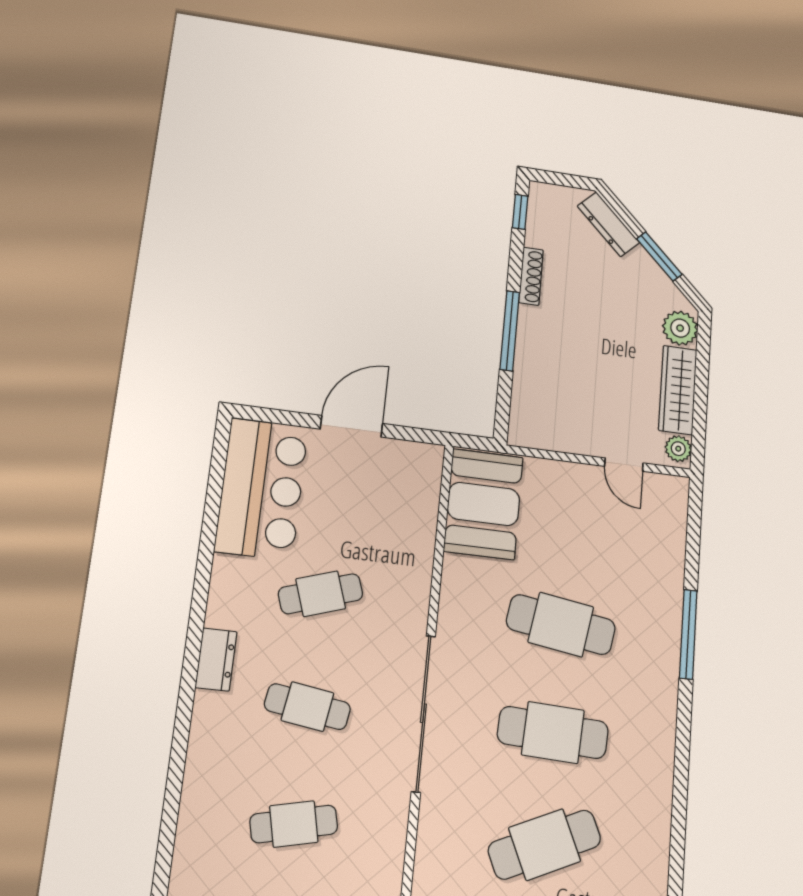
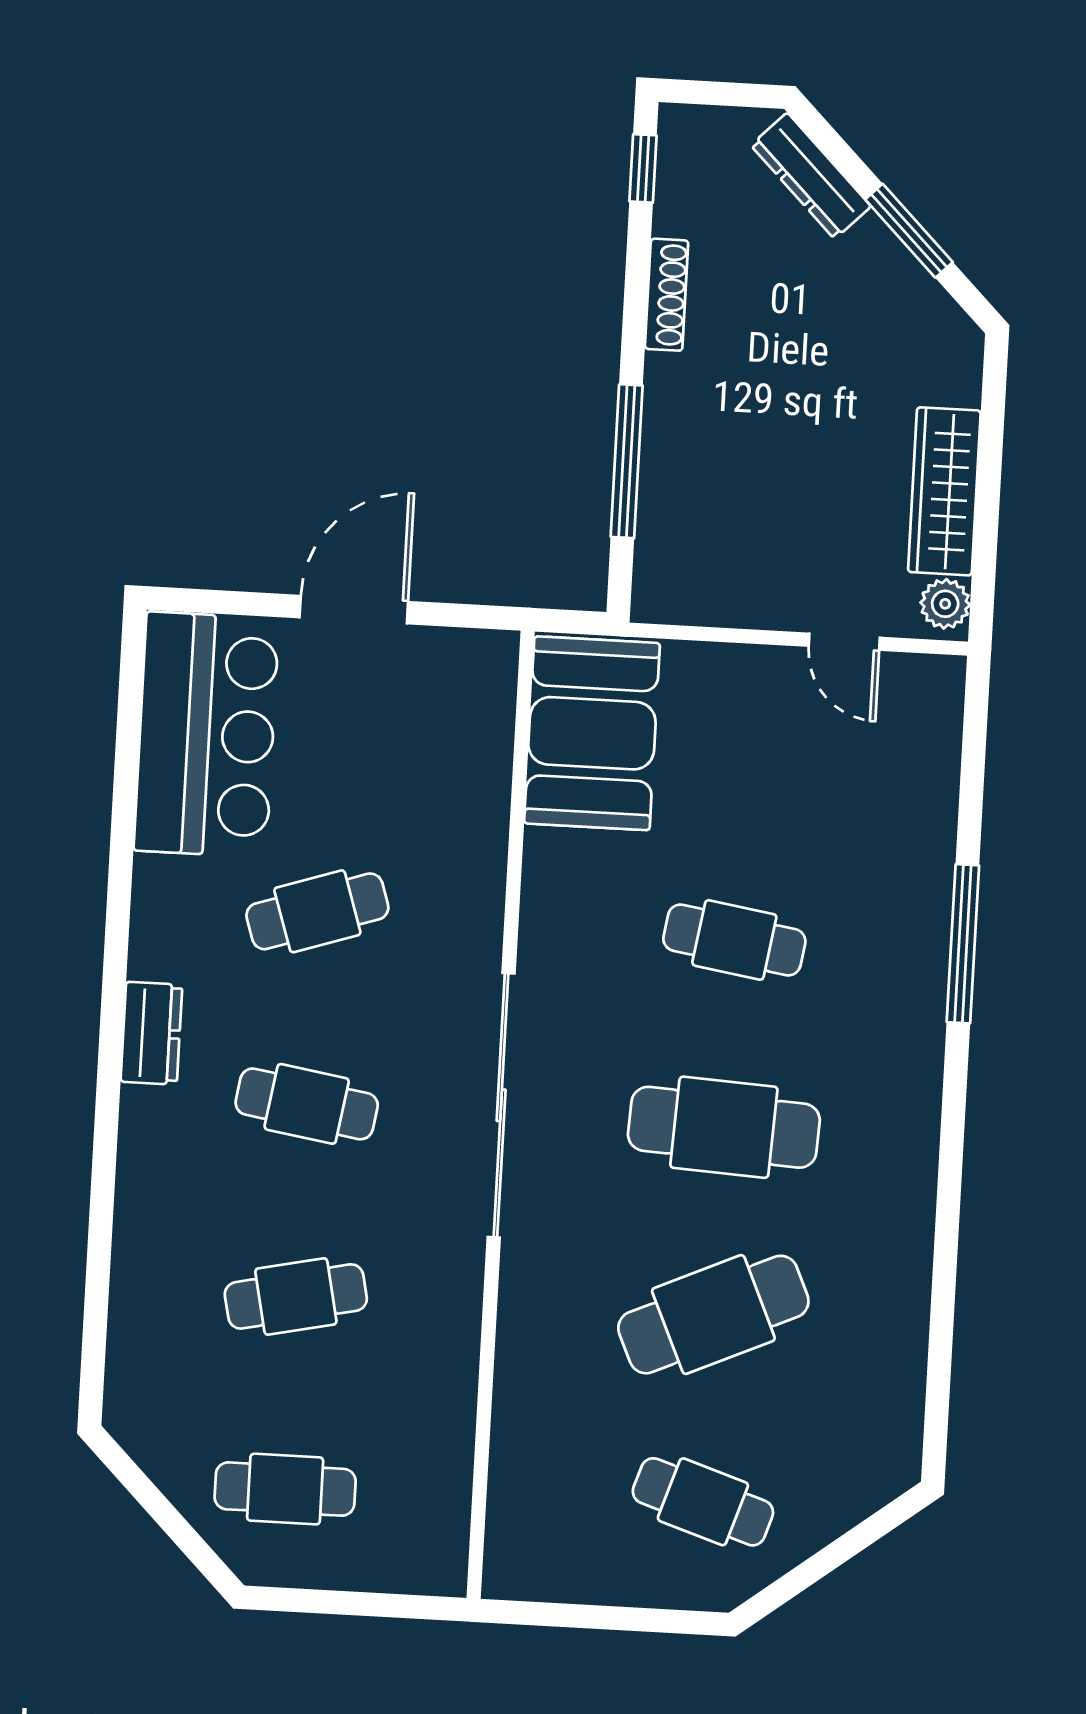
plant: (680, 328) -> (949, 370), removed
window: (510, 331) -> (627, 461), moved
cafe table: (561, 625) -> (734, 940), width x0.73, depth x0.74

